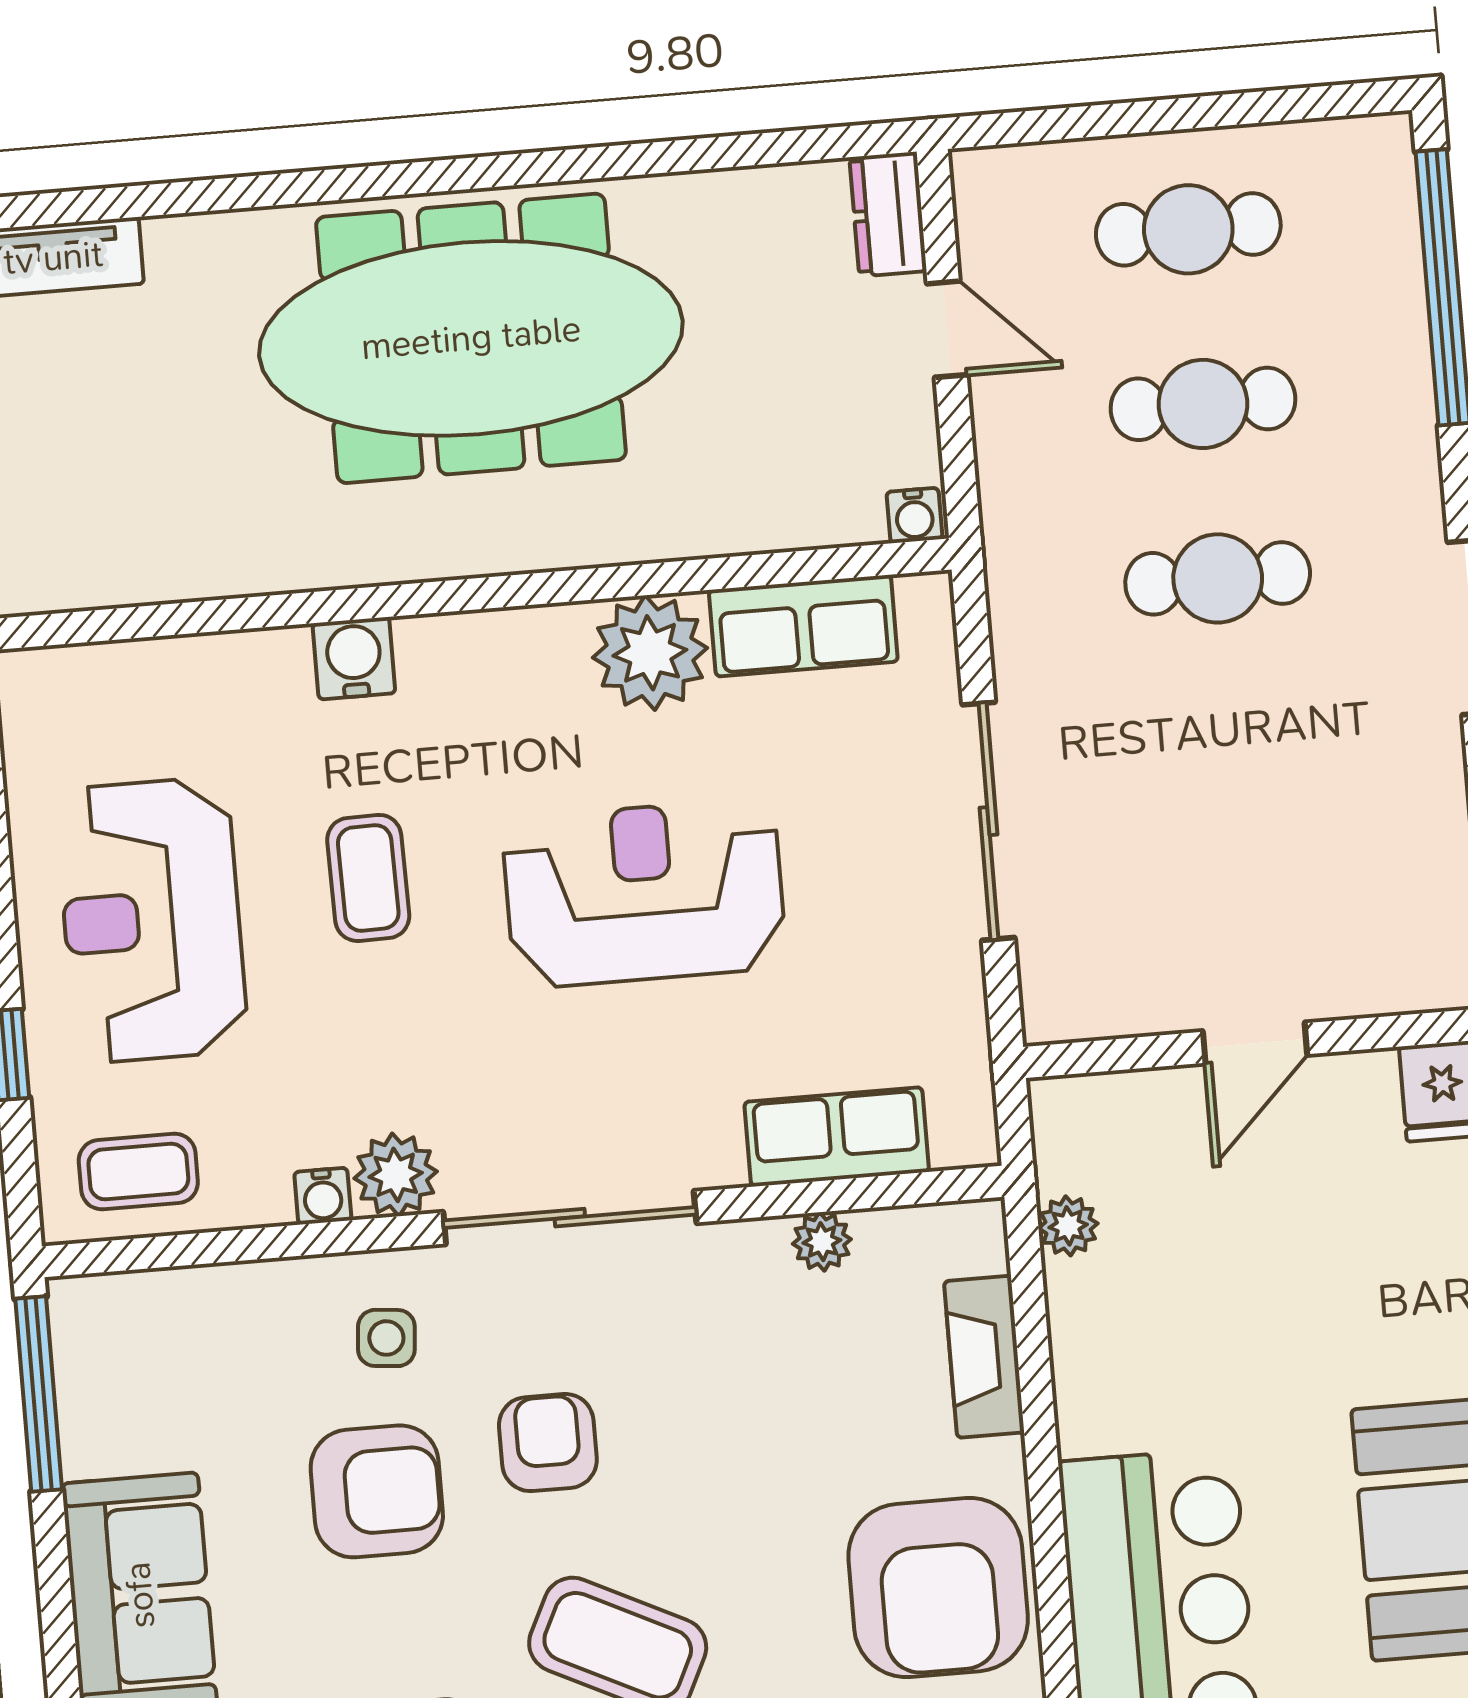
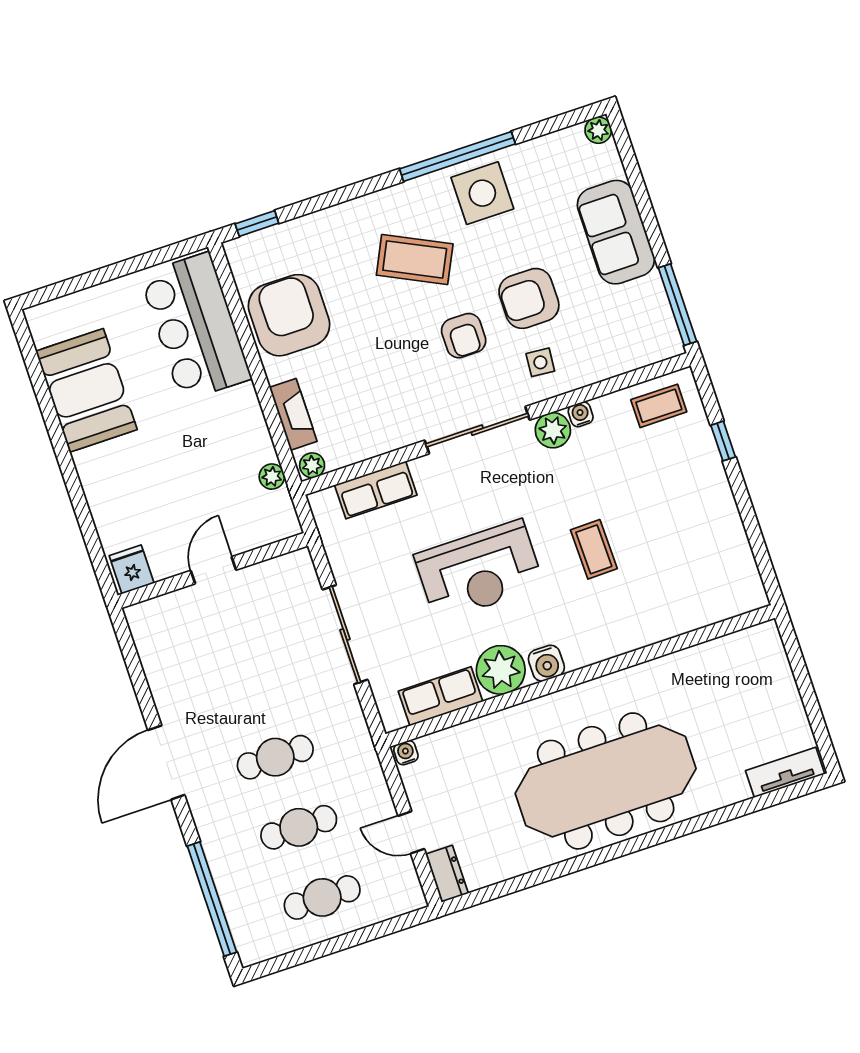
water cooler: (354, 658) -> (546, 663), moved
reception desk: (152, 920) -> (678, 510), removed
plant: (822, 1242) -> (312, 465), moved

